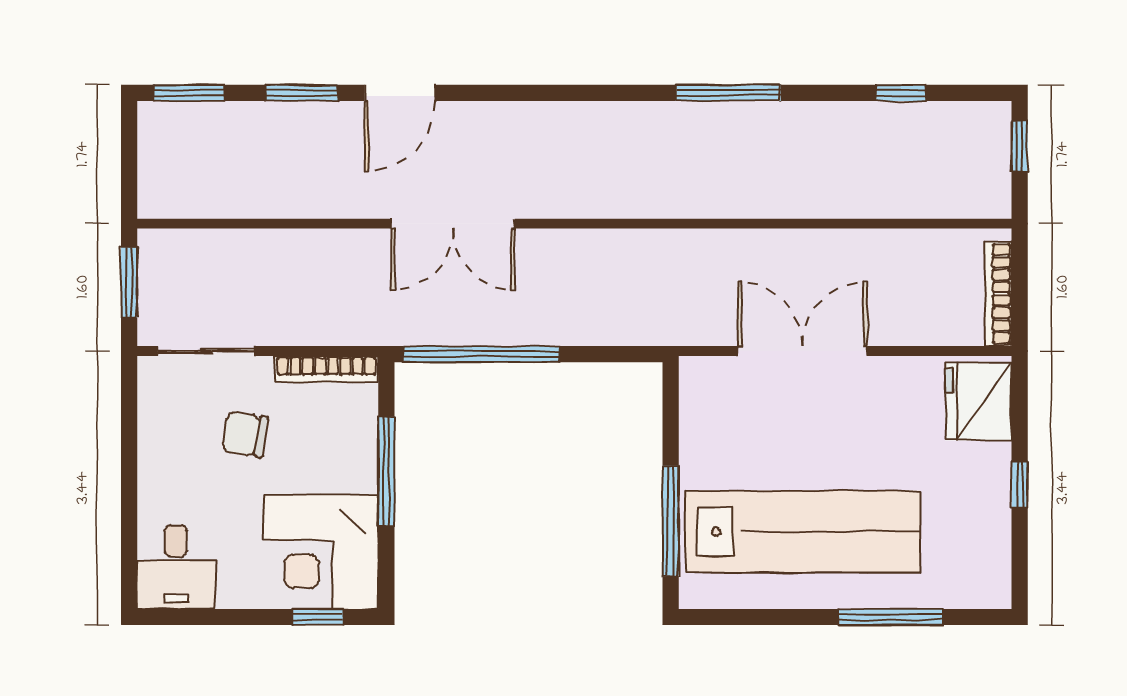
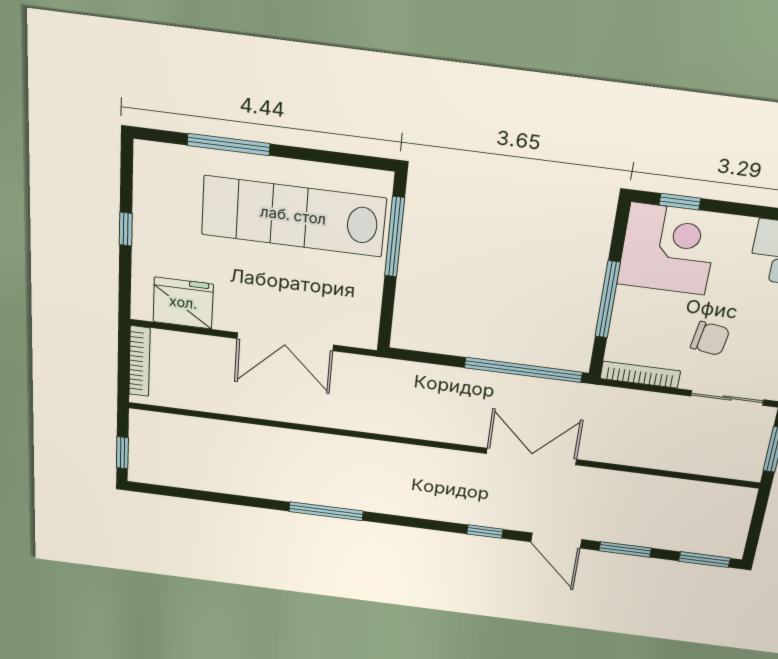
door: (400, 93) -> (556, 541), swing flipped
window: (901, 93) -> (485, 532), moved
fridge: (978, 401) -> (183, 303), moved, turned -90

